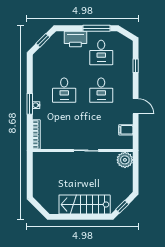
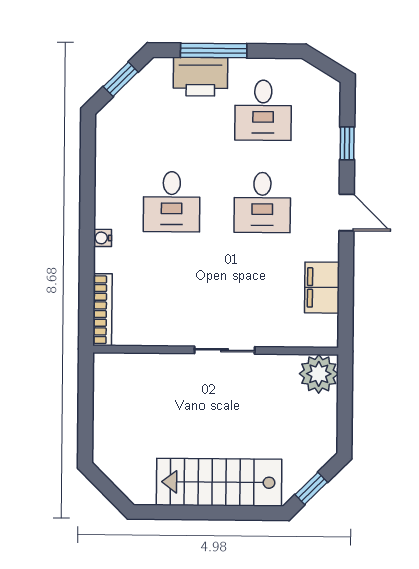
window: (97, 28) -> (214, 51), moved
window: (30, 104) -> (87, 235), removed
door: (136, 106) -> (347, 212), moved
filing cabinet: (126, 130) -> (322, 288), width x2.00

